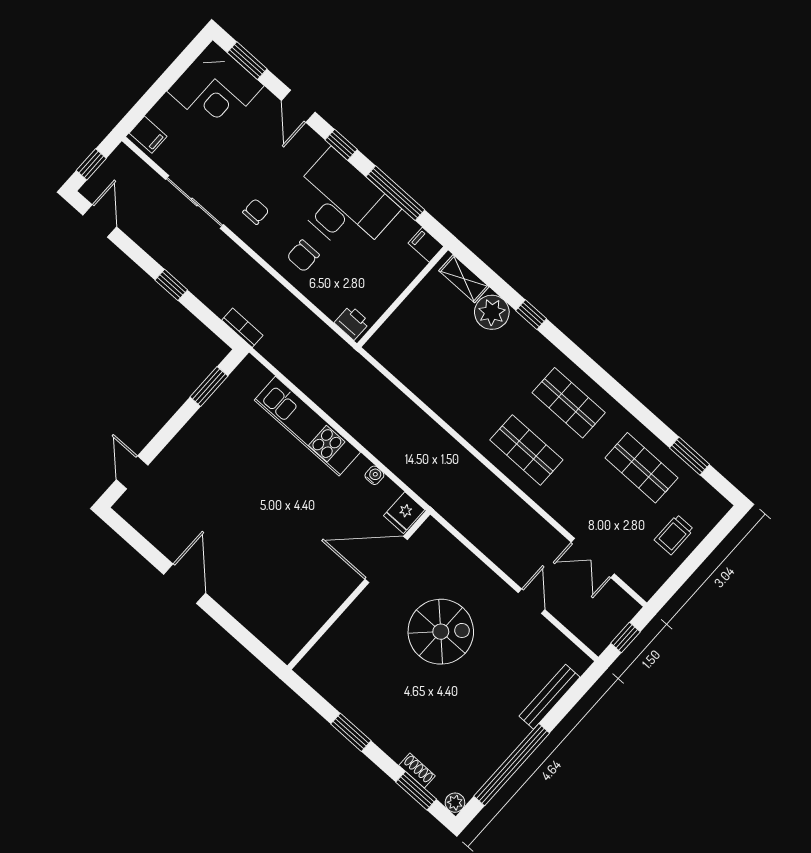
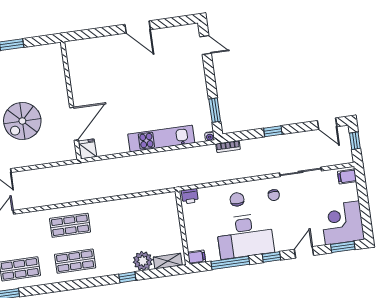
door: (298, 106) -> (304, 252), hinge flipped
water cooler: (374, 475) -> (210, 136), moved

